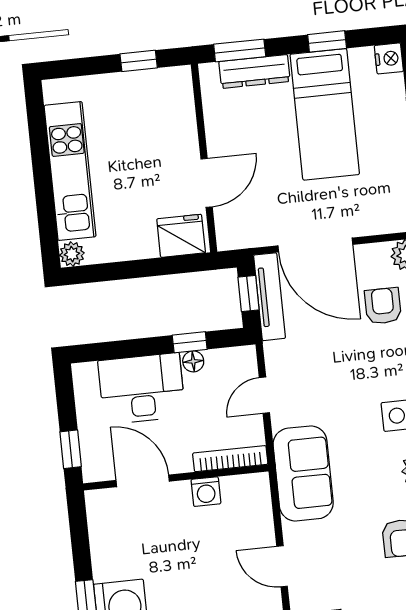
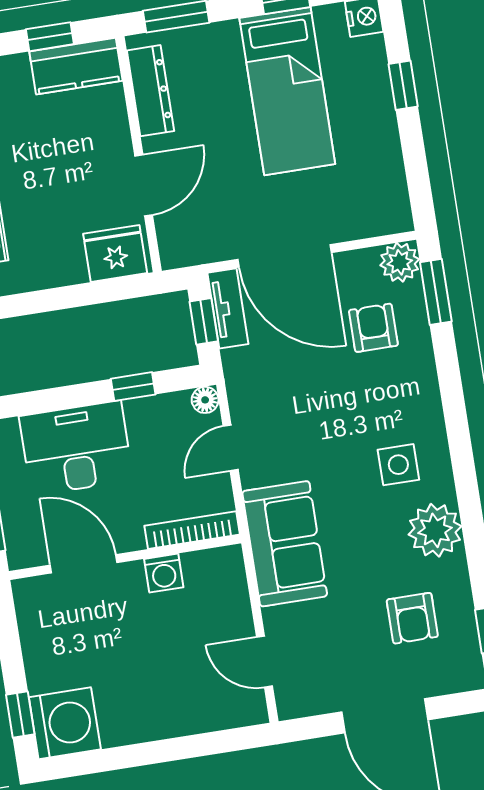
dresser: (254, 72) -> (150, 91), moved, turned -90
kitchen counter: (158, 85) -> (76, 66), added
tv unit: (270, 297) -> (228, 308), width x0.71
floor lamp: (193, 361) -> (205, 400), moved

